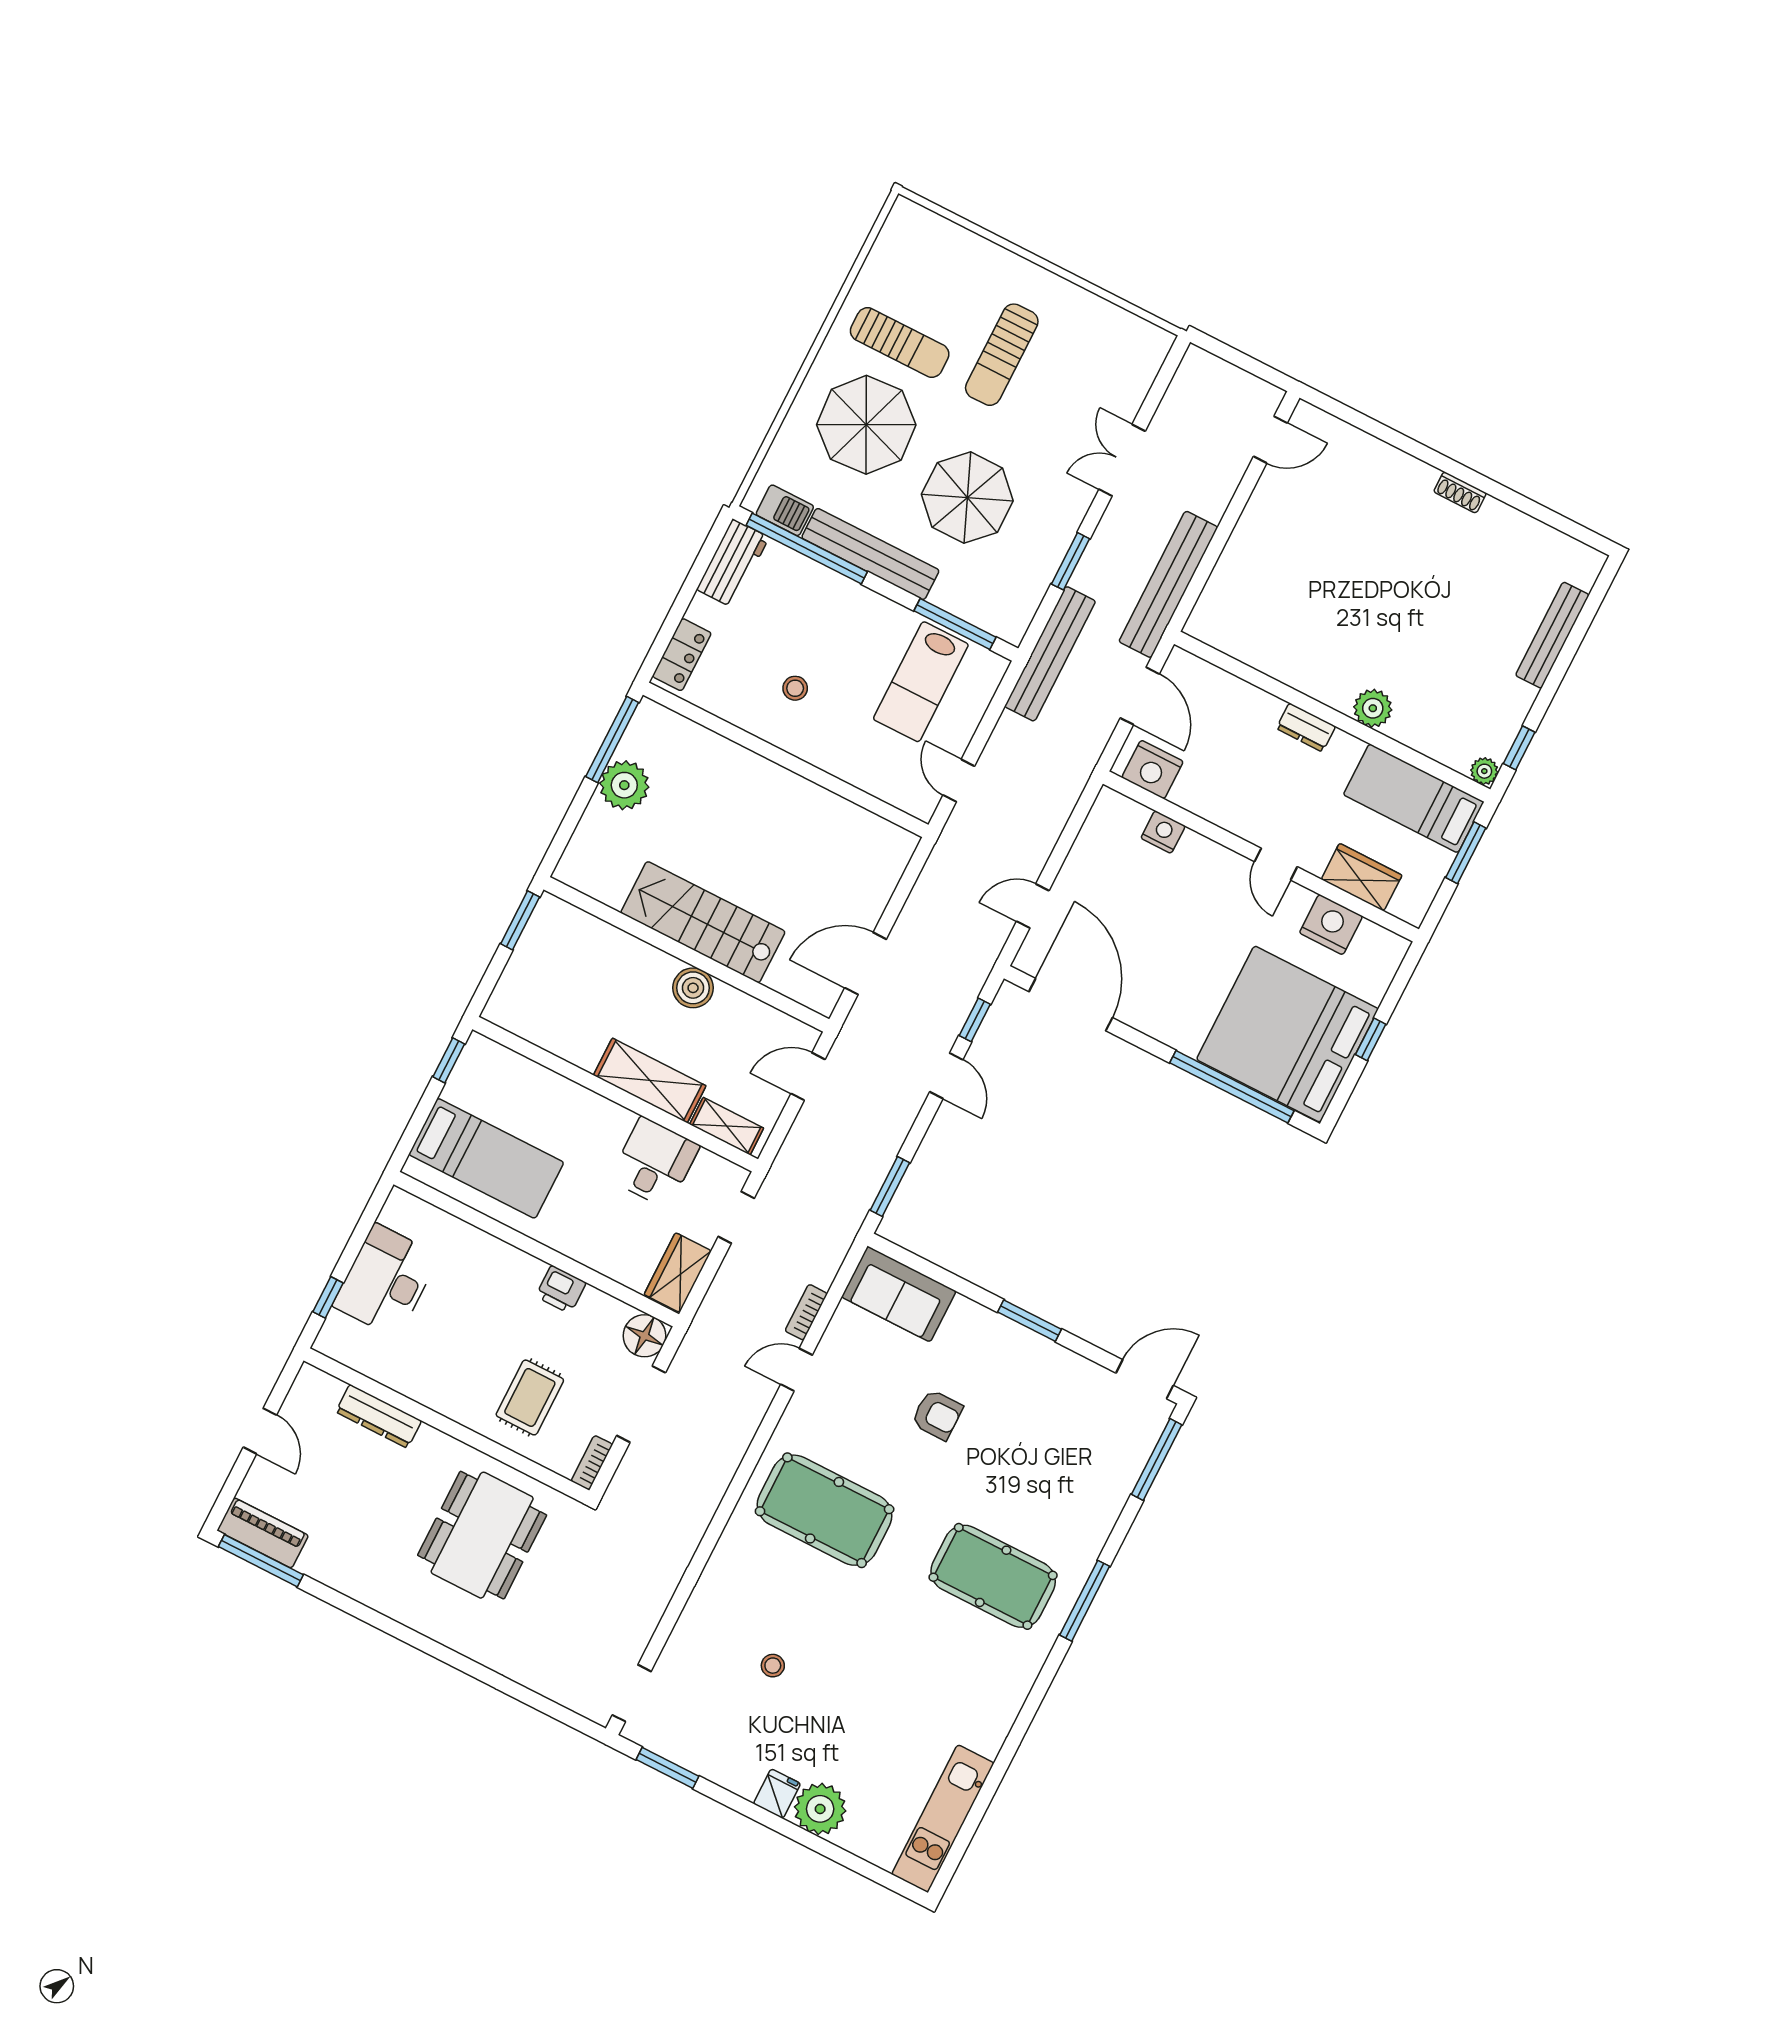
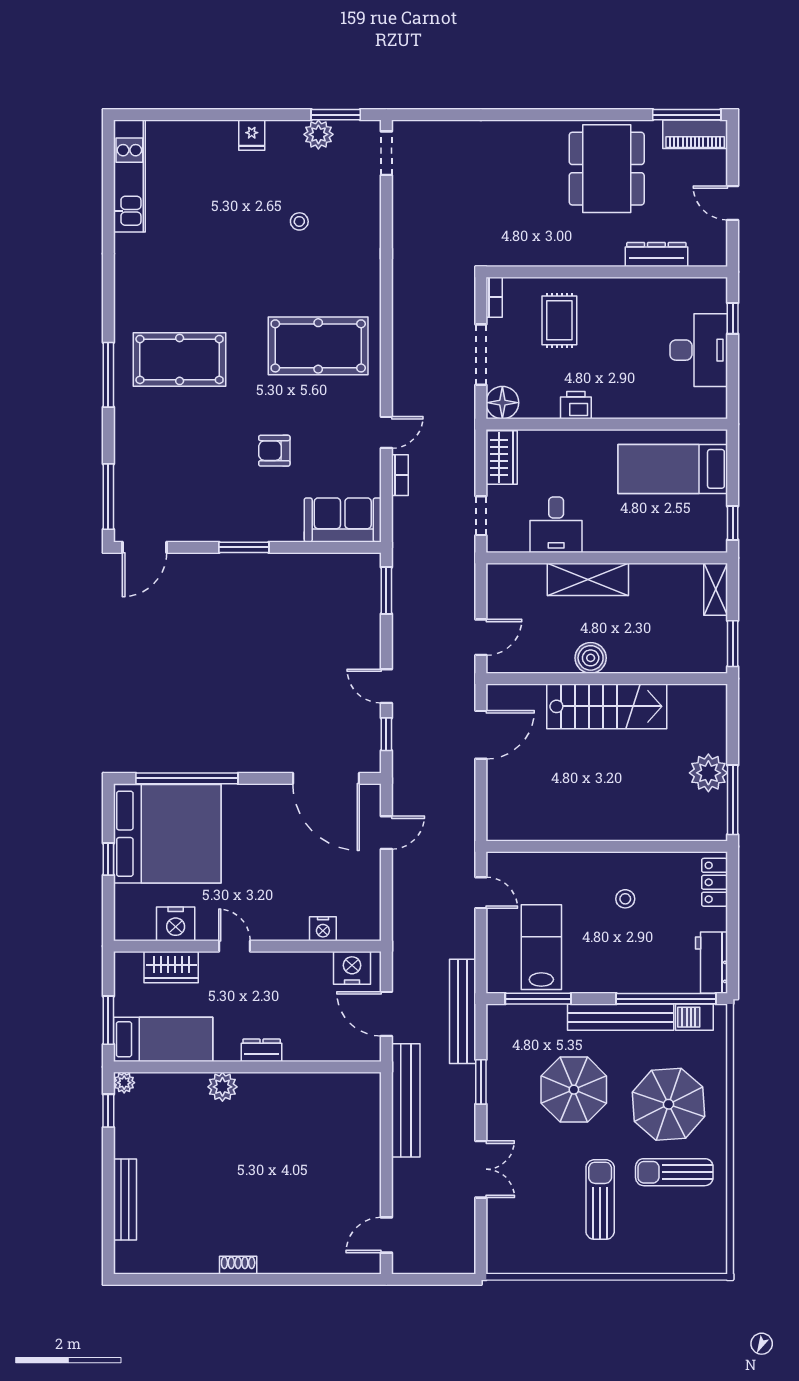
shelving: (727, 1126) -> (716, 589), moved, turned 90
dining table: (482, 1535) -> (607, 169), moved
plant: (820, 1809) -> (318, 134), moved, width x0.73, depth x0.73

